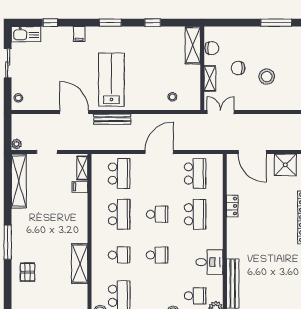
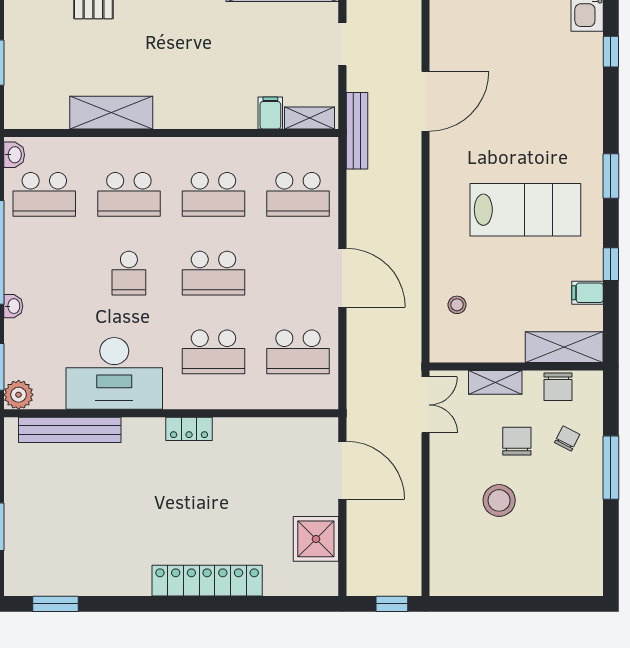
window: (276, 23) -> (611, 468), moved
filing cabinet: (79, 34) -> (587, 293), moved
chair: (237, 44) -> (567, 439), added
lab bench: (111, 80) -> (525, 210), moved
bench: (112, 119) -> (357, 131), moved
door: (252, 152) -> (342, 470), swing flipped
locker: (232, 206) -> (189, 429), moved
school desk: (157, 214) -> (213, 273), width x1.85
school desk: (119, 255) -> (129, 194), width x1.85
desk: (209, 262) -> (114, 373), width x1.87, depth x1.30
school desk: (195, 296) -> (44, 352), removed

